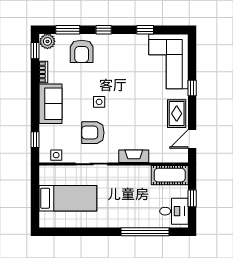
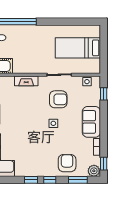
window: (145, 30) -> (31, 180), moved

